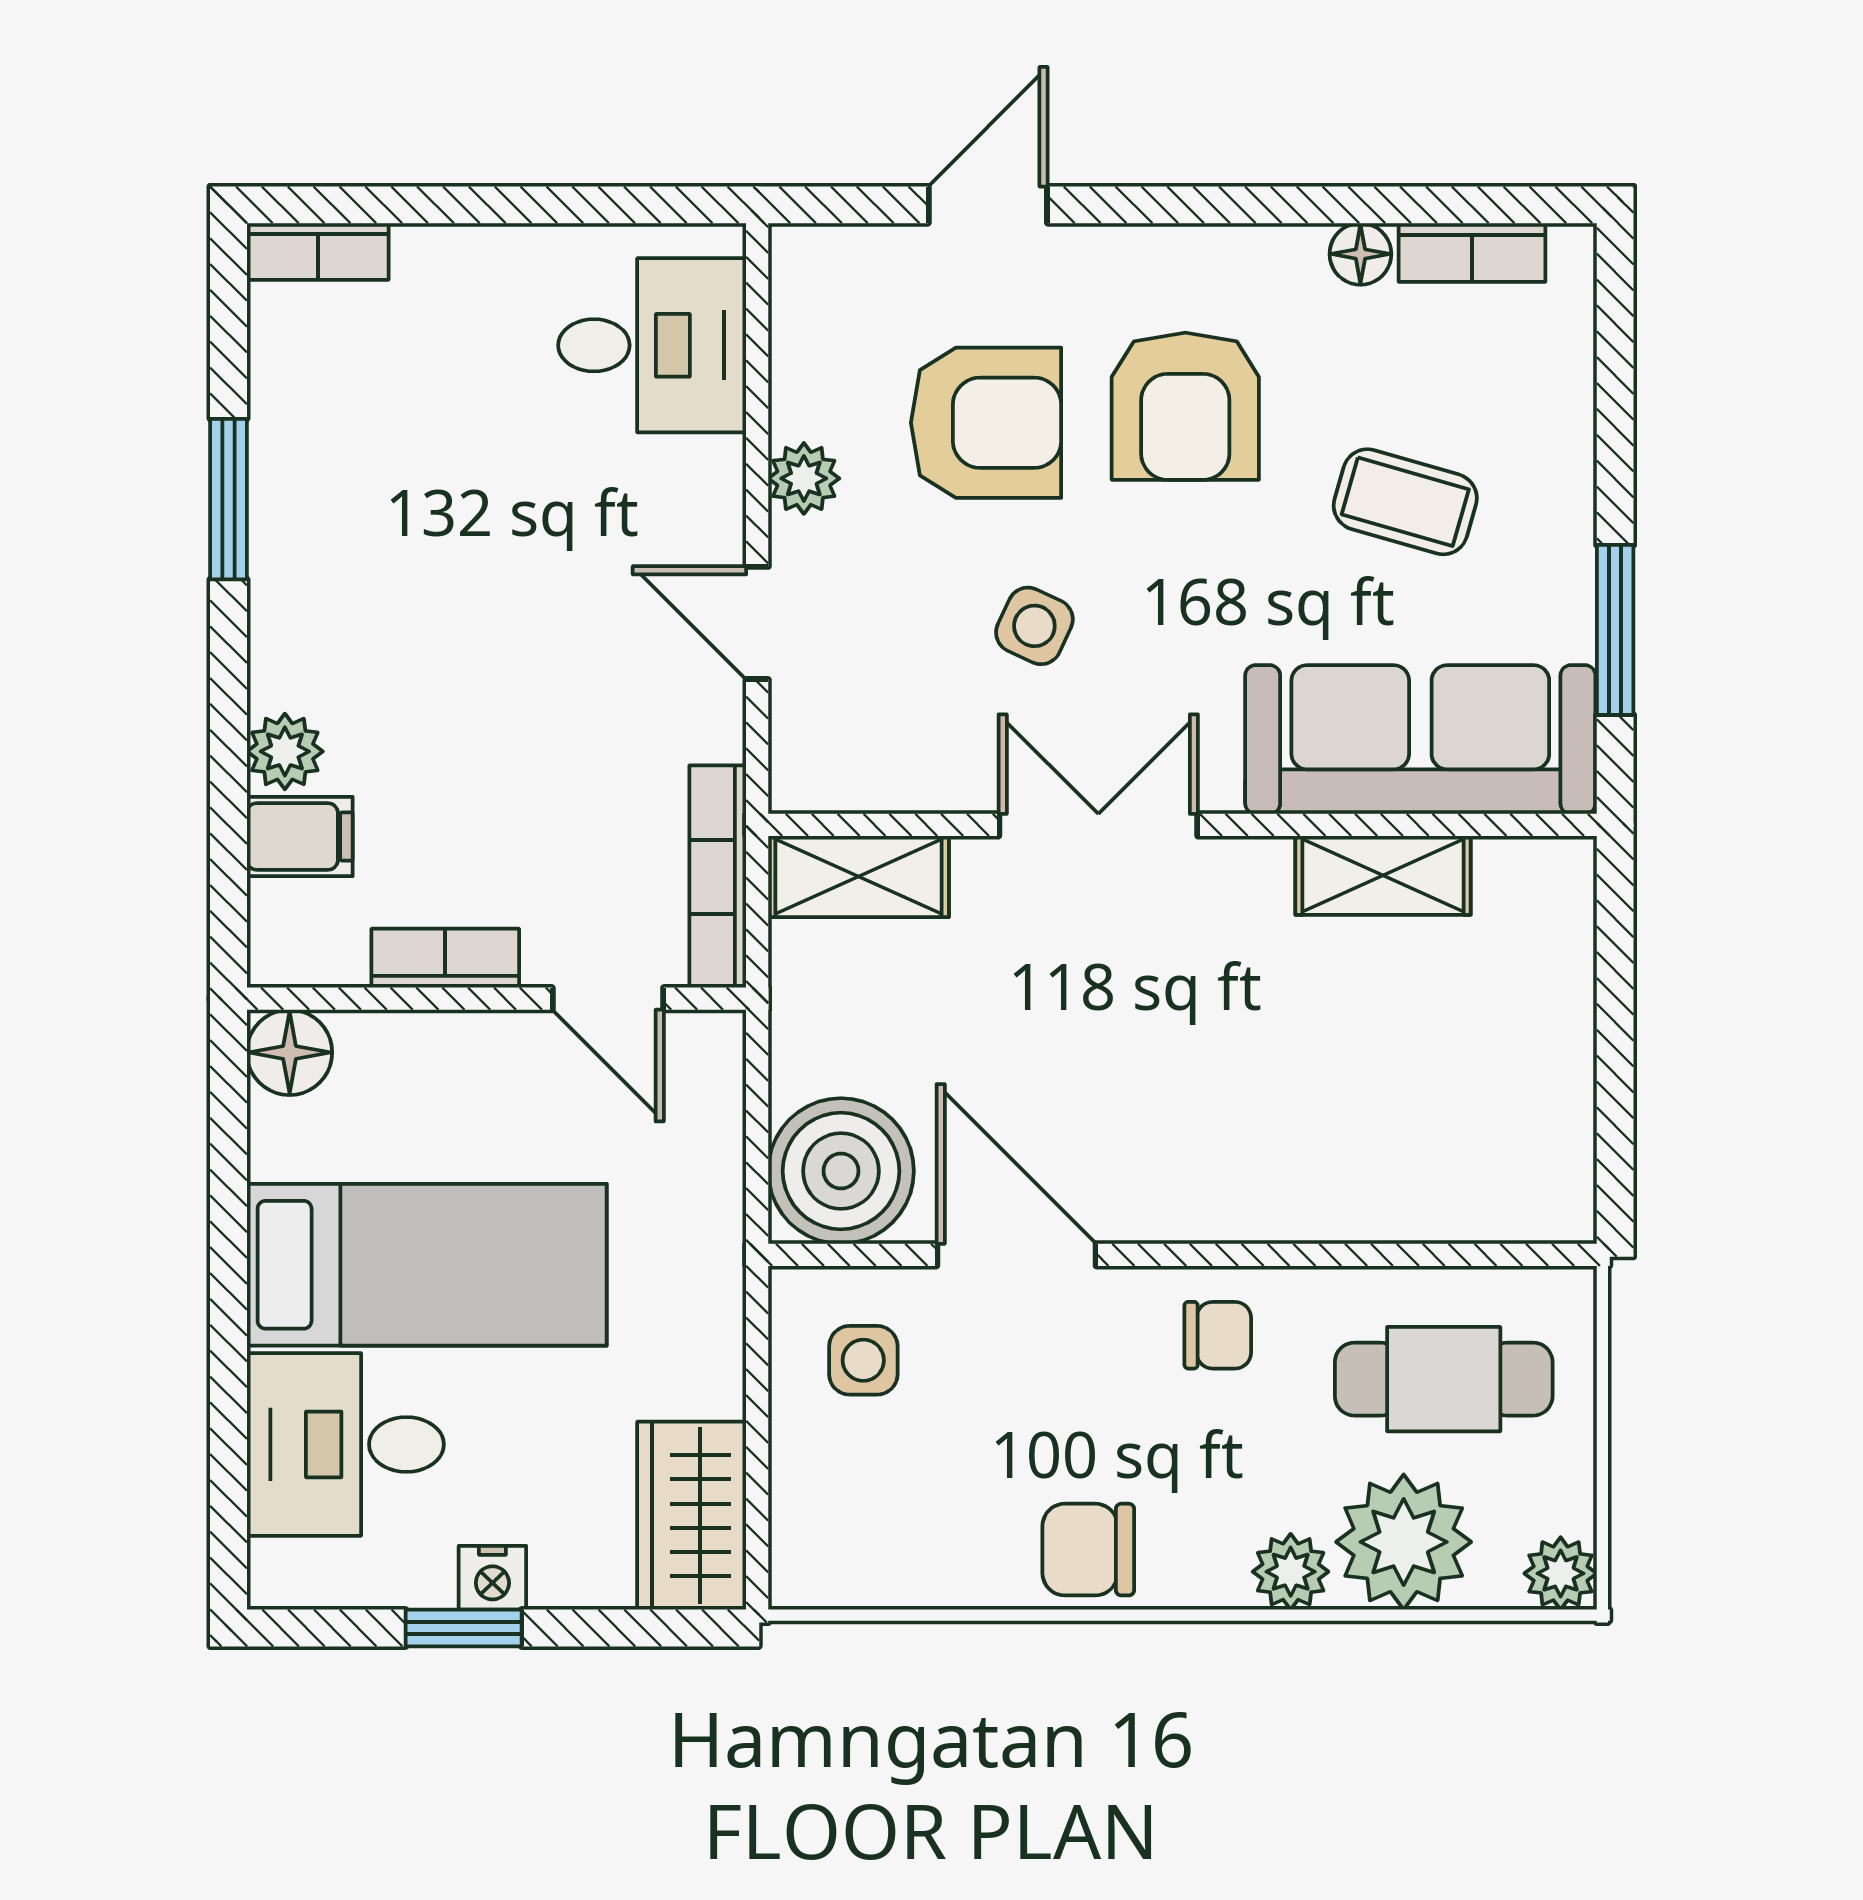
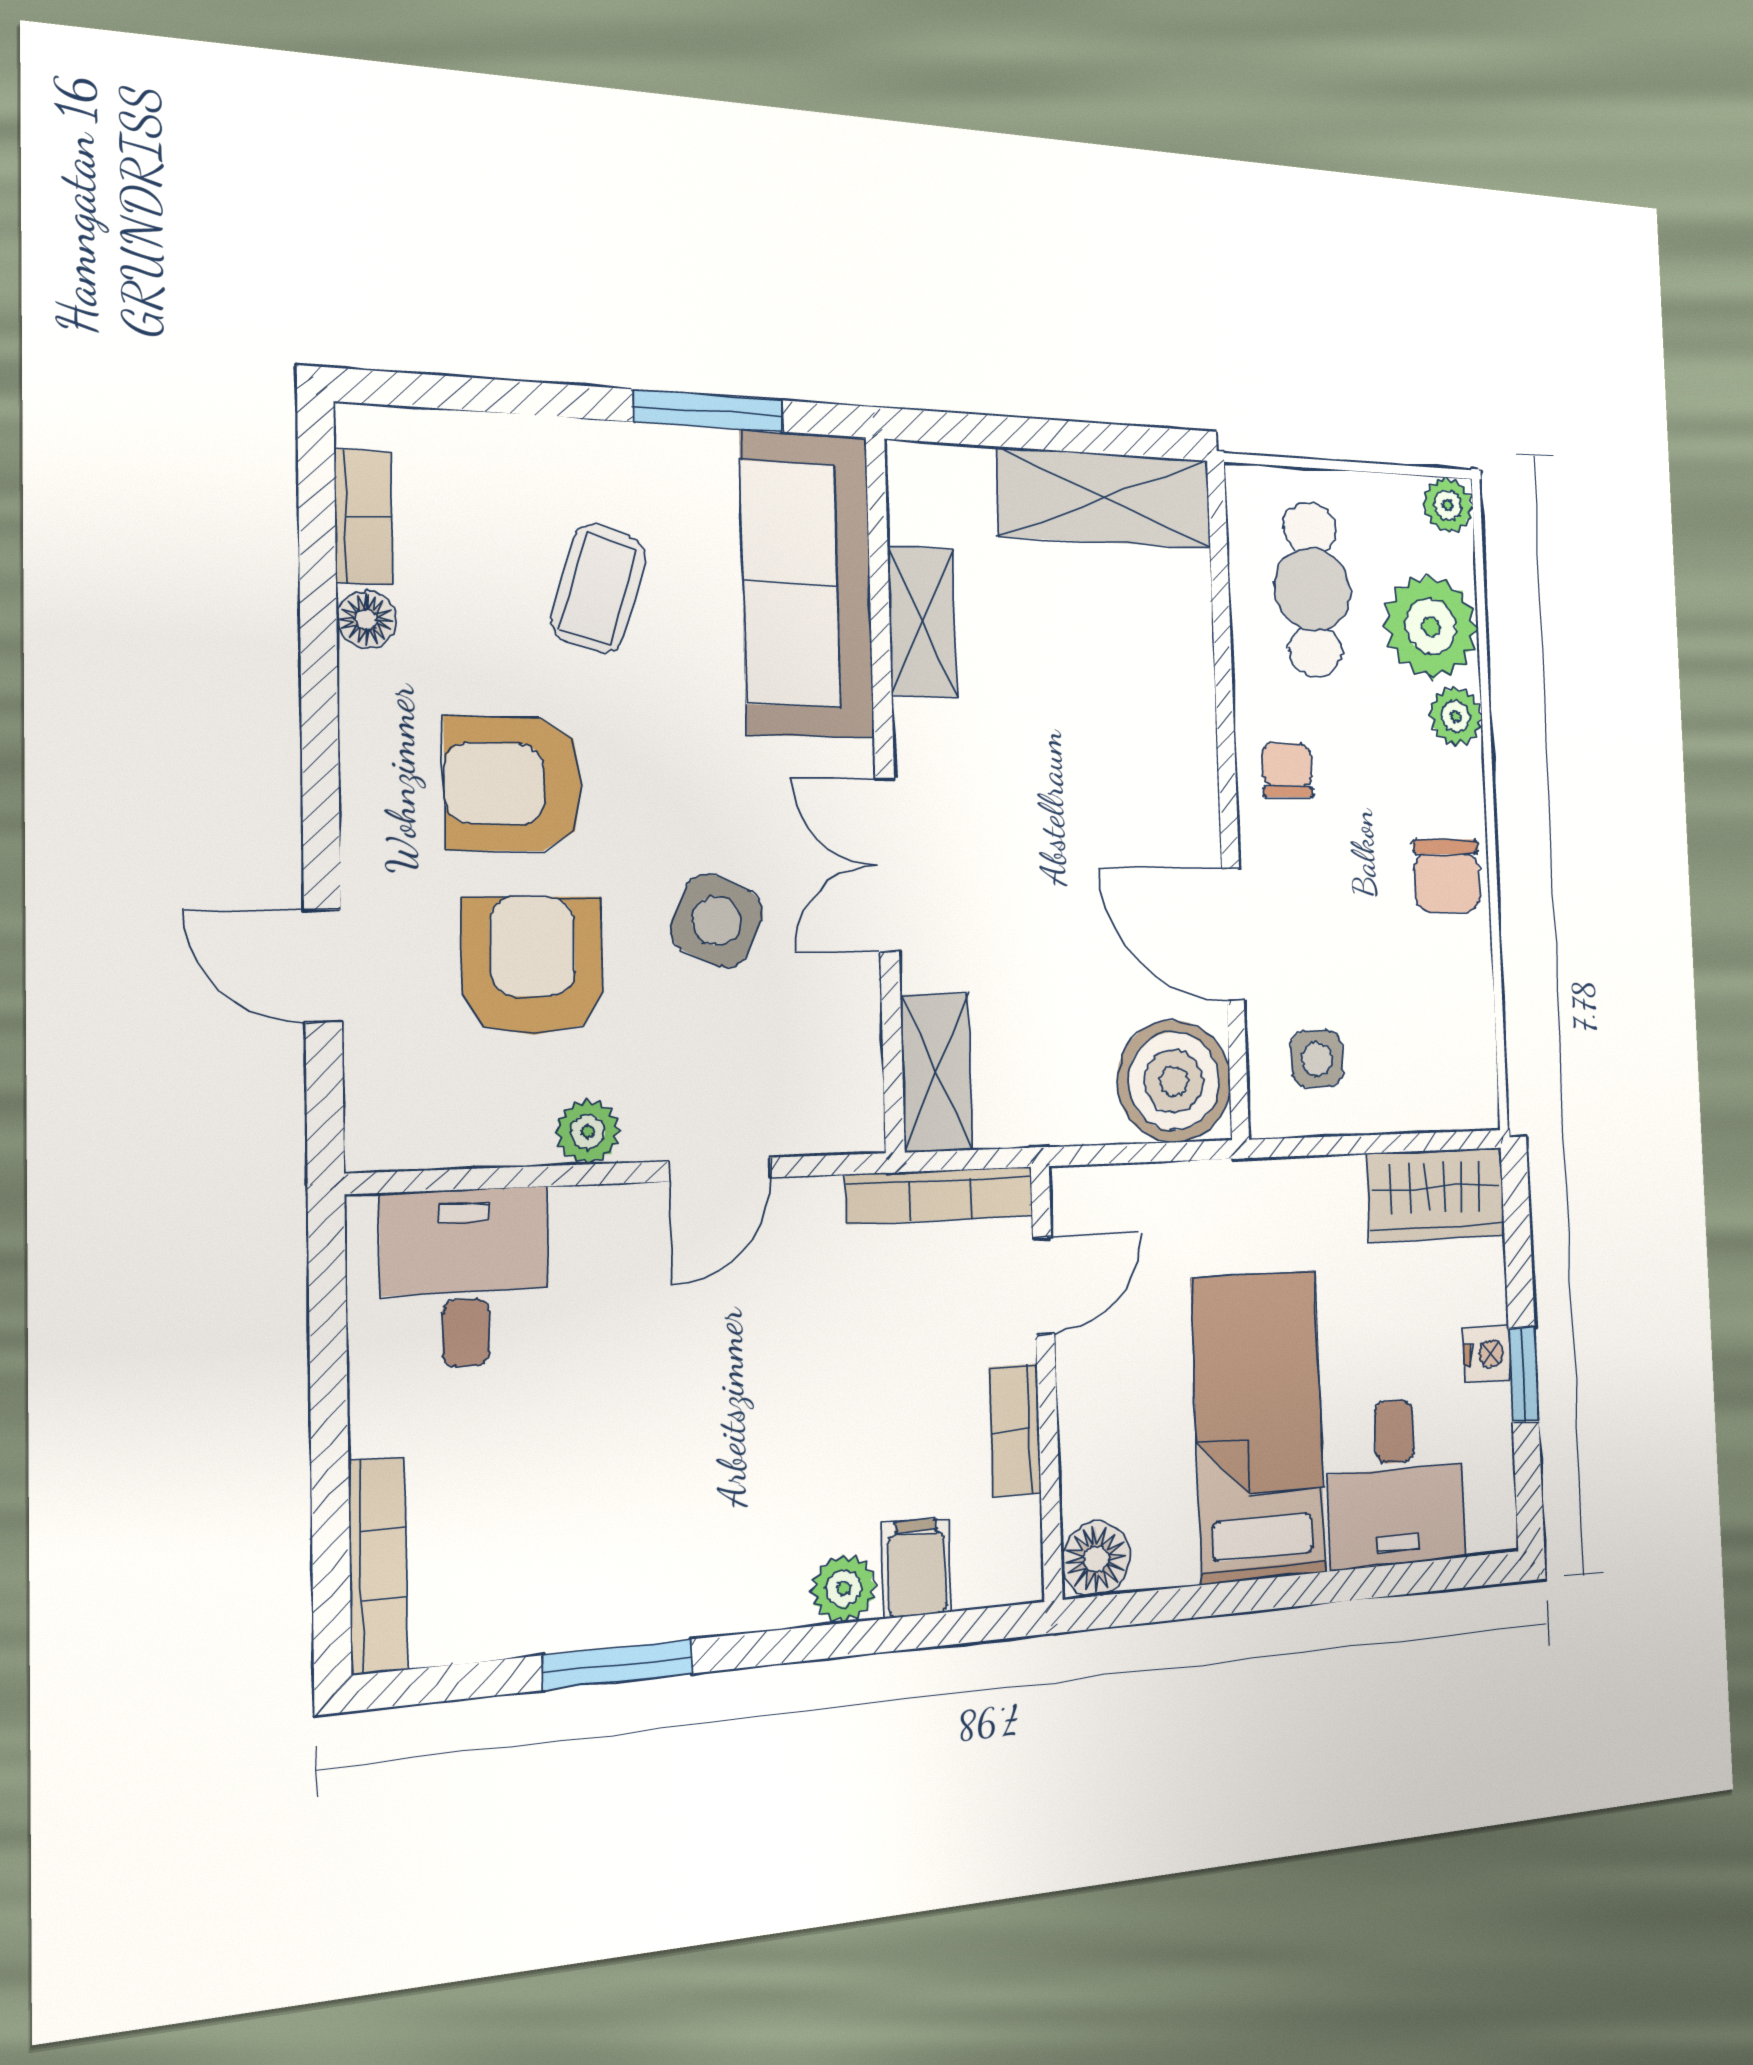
bookcase: (318, 251) -> (378, 1565), width x1.56
armchair: (1185, 406) -> (514, 784), turned 180
side table: (1034, 626) -> (717, 921), width x1.37, depth x1.37
shelving: (1543, 1108) -> (1105, 498), added
door: (1016, 1255) -> (1233, 934), hinge flipped

